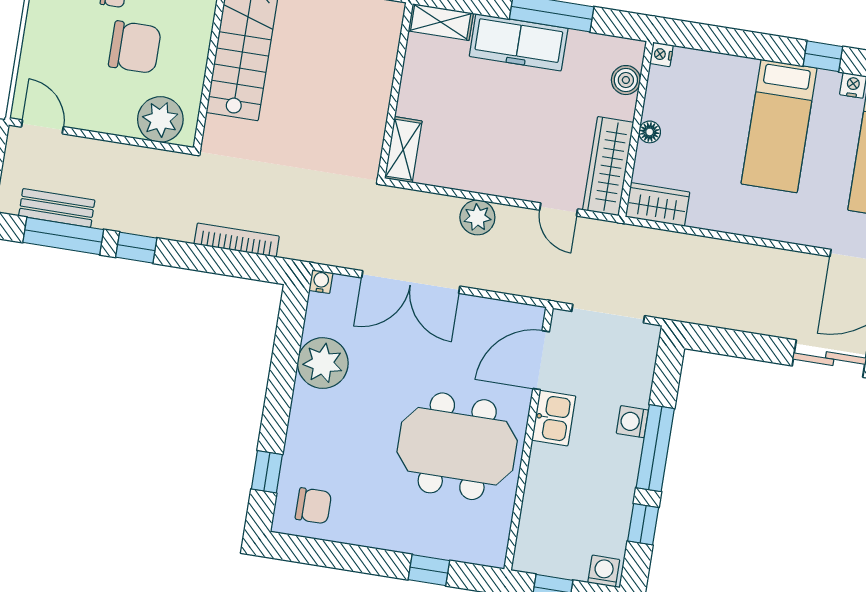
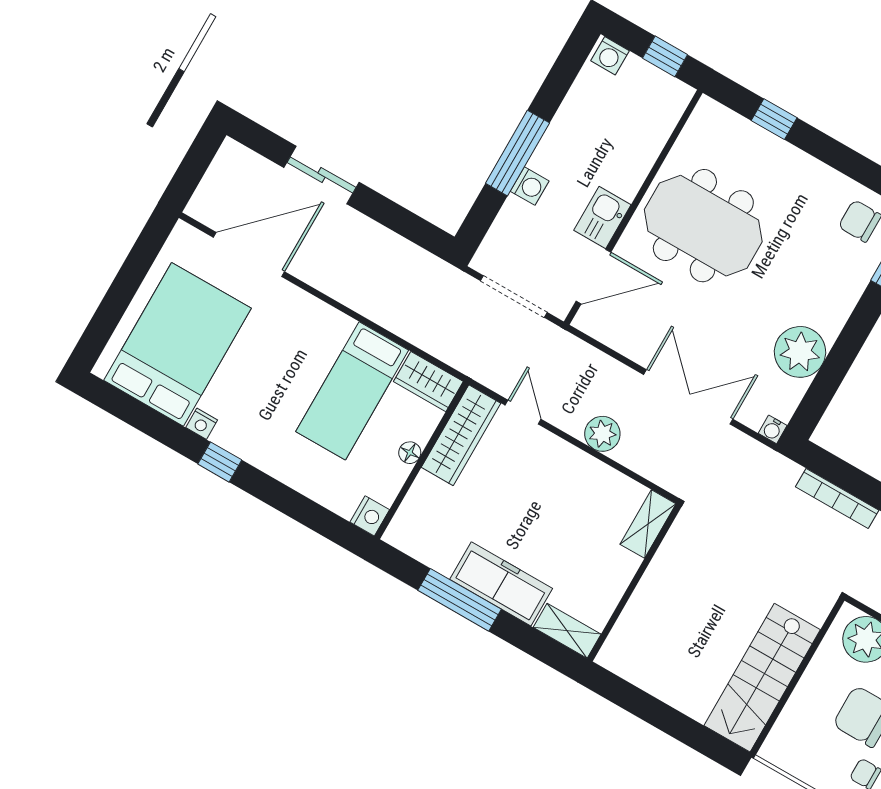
nightstand: (662, 54) -> (370, 516), width x1.39, depth x1.35
boiler: (626, 80) -> (414, 510), removed
bed: (779, 126) -> (352, 391), moved, turned 180
window: (643, 524) -> (556, 86), removed

